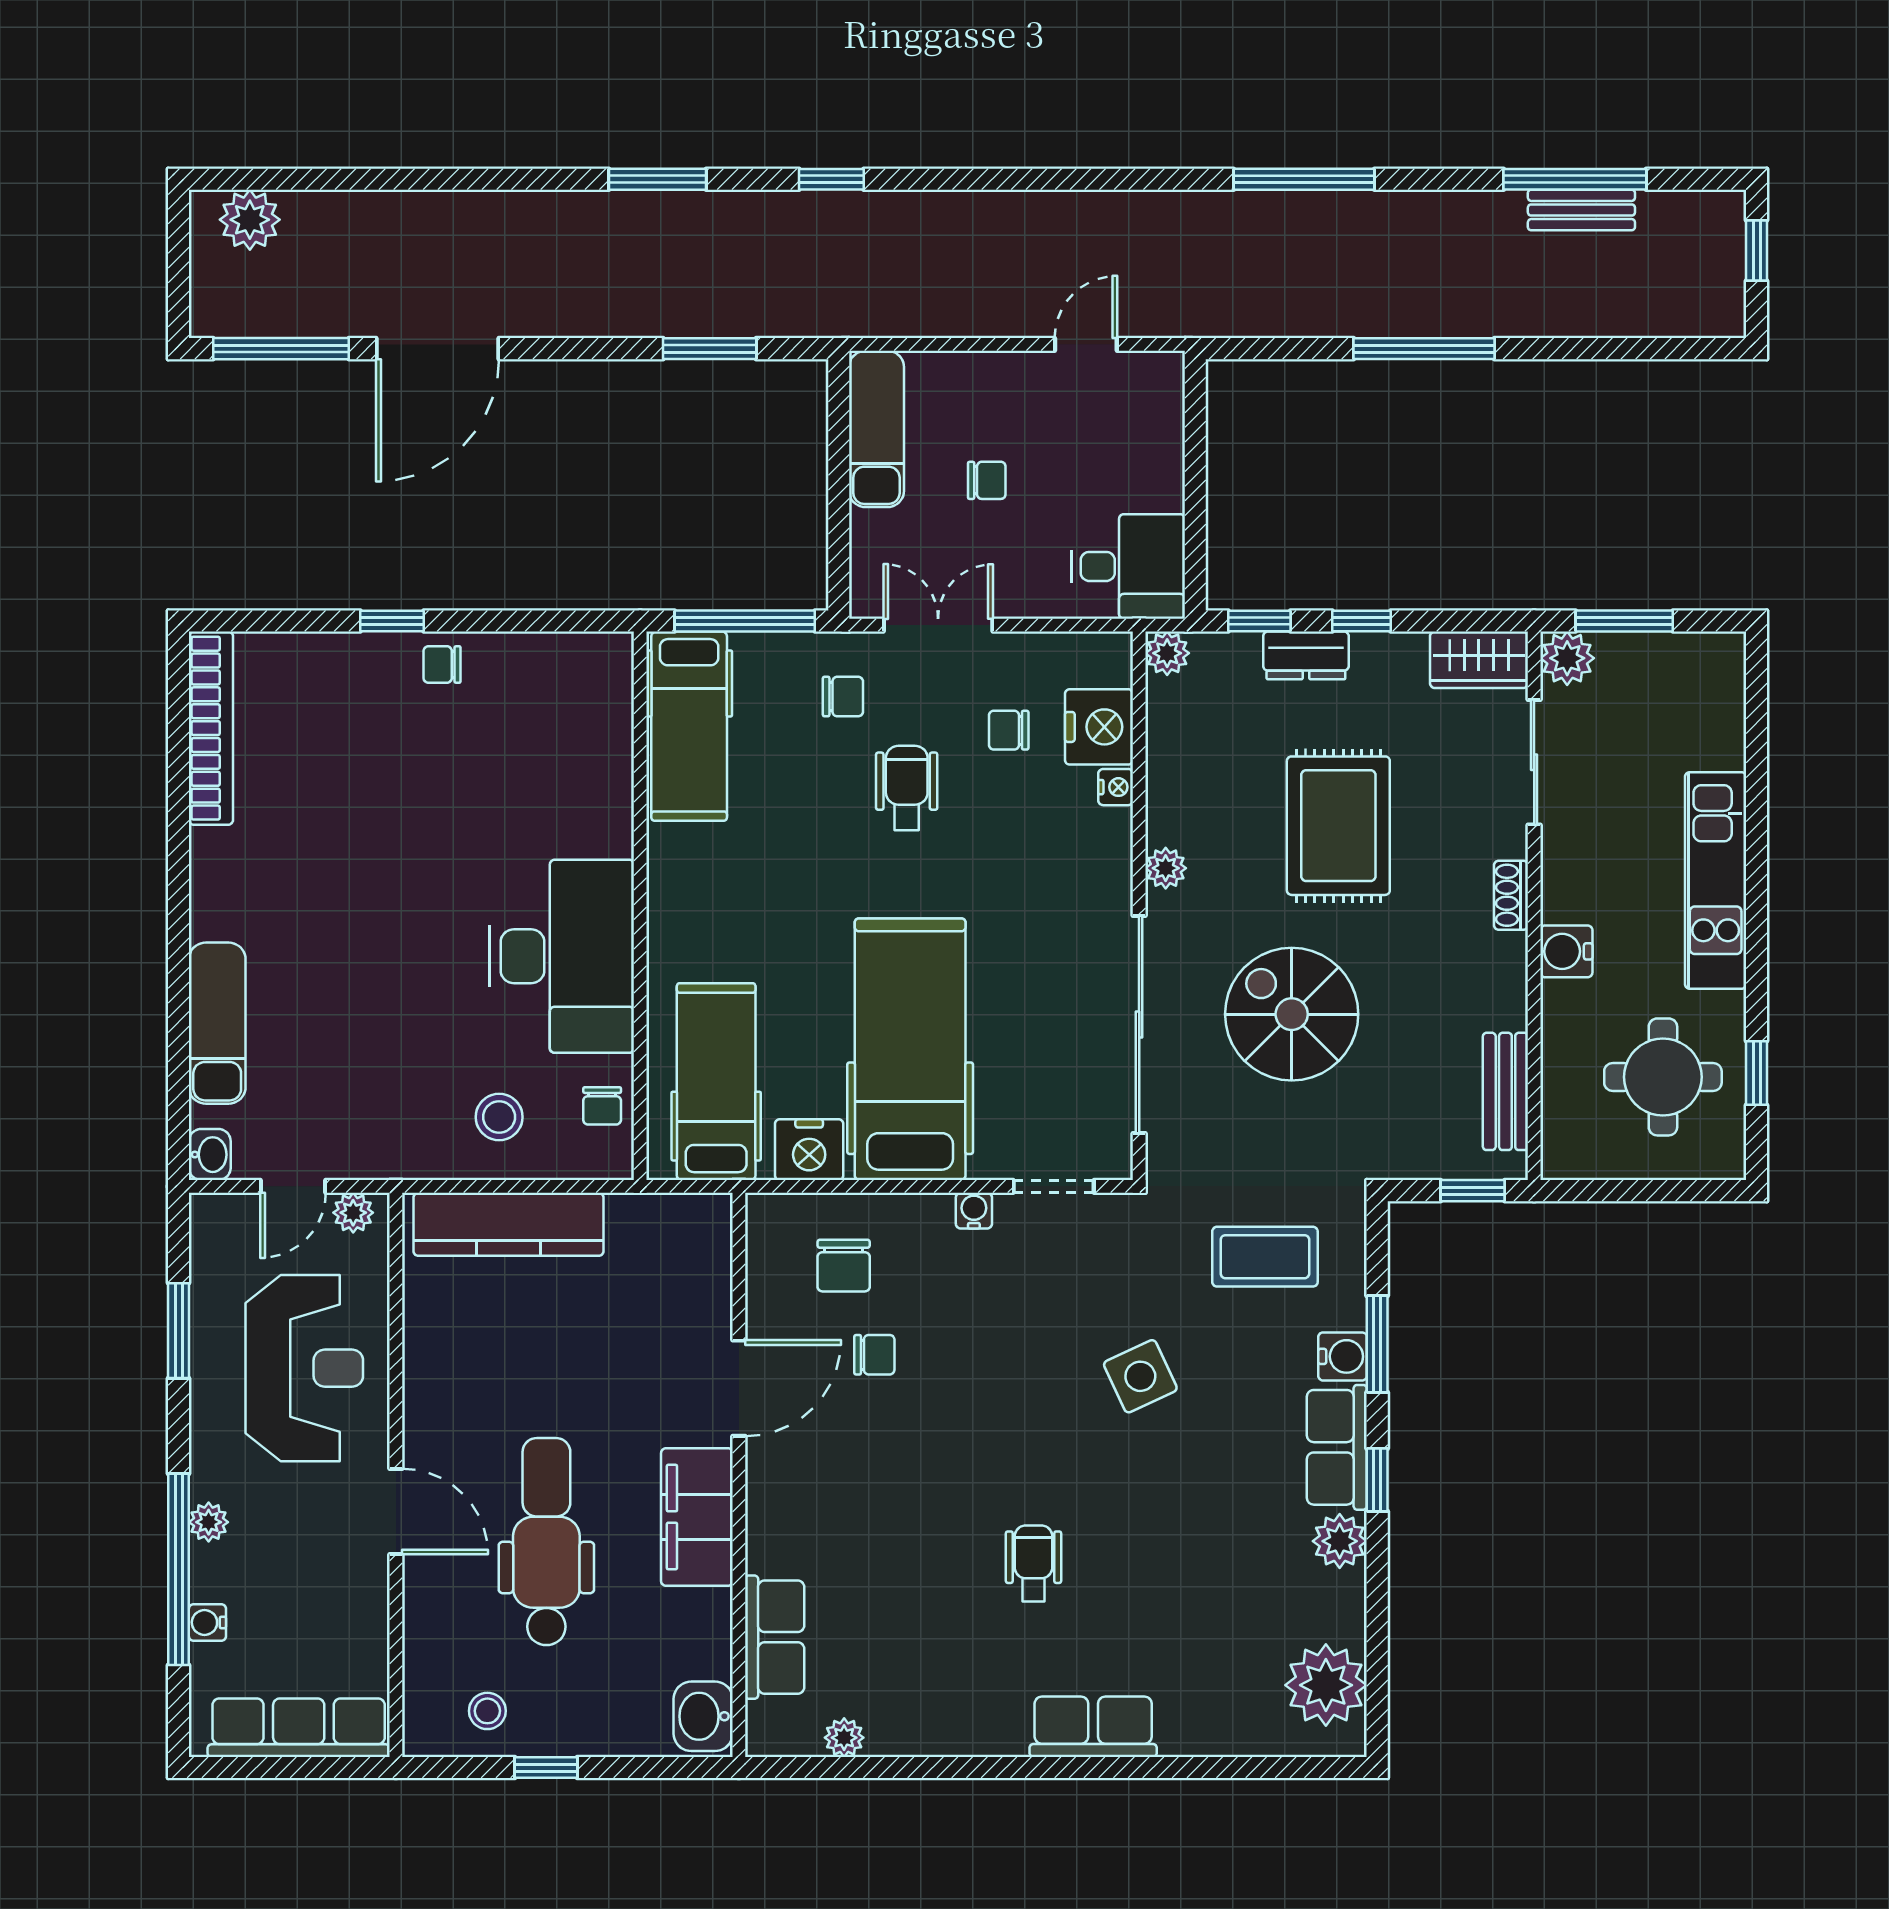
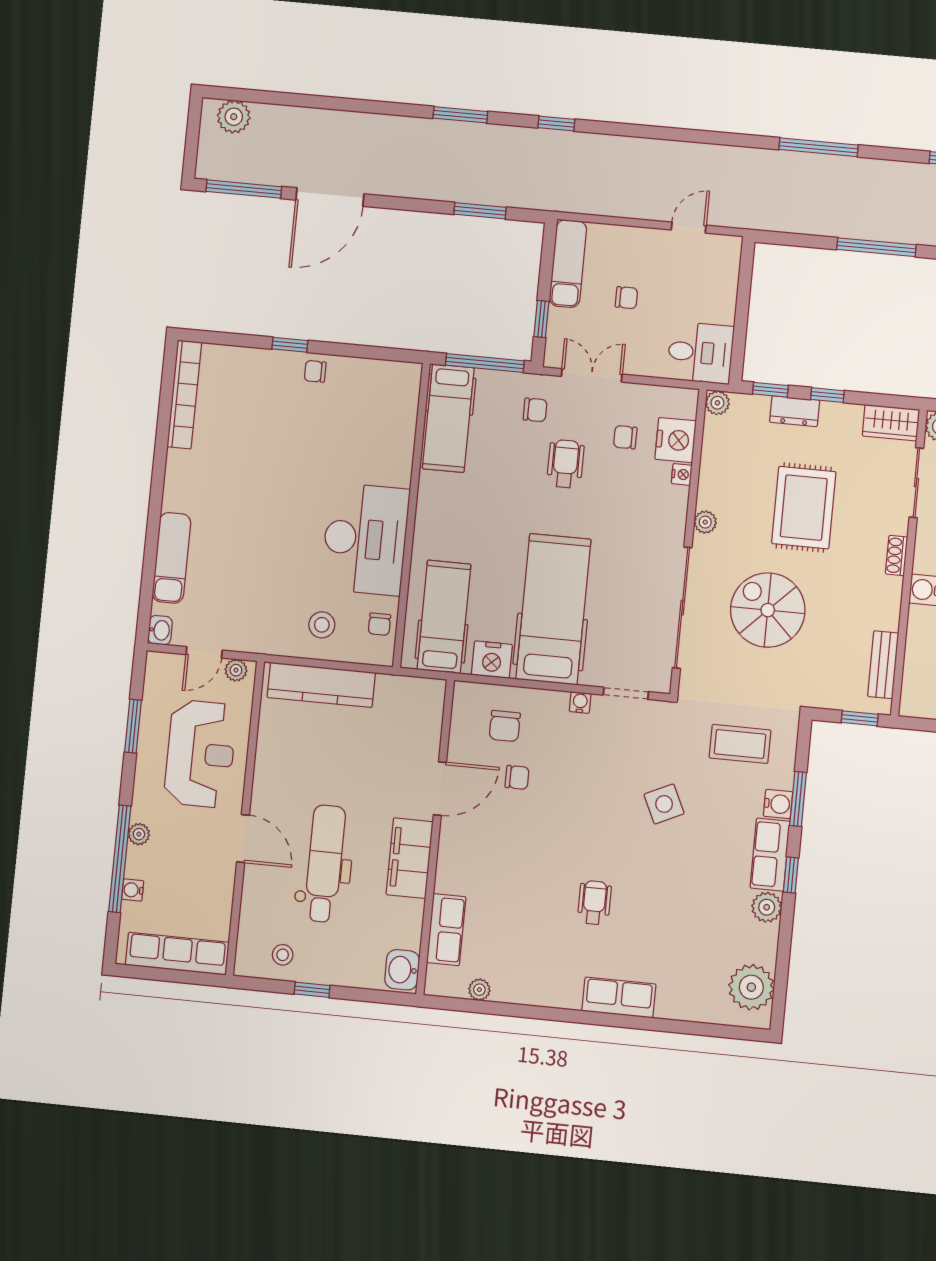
window: (839, 533) -> (541, 319), added

